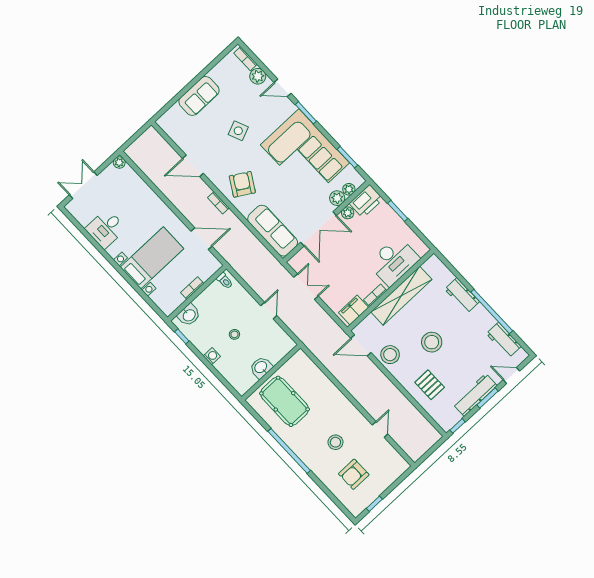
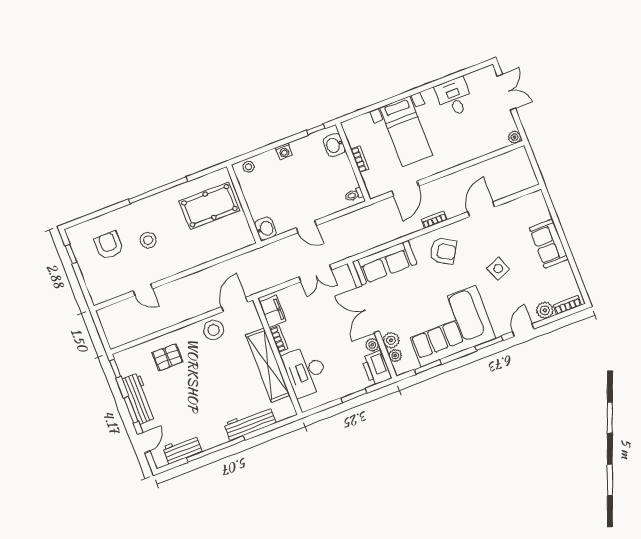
workbench: (462, 295) -> (250, 423), width x1.38
stool: (234, 334) -> (249, 167), moved
stool: (432, 342) -> (209, 377), removed
washbasin: (261, 367) -> (265, 229), moved

